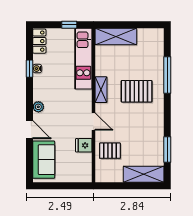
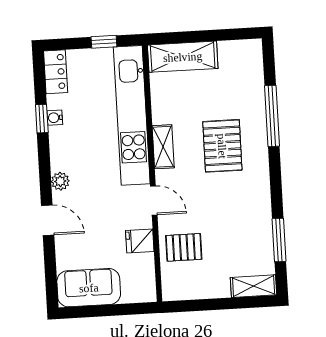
kitchen unit: (83, 59) -> (132, 115), width x1.36
pallet: (137, 91) -> (222, 146), turned 90
sofa: (44, 160) -> (89, 288), moved, turned -90
shelving: (144, 174) -> (254, 286), width x0.67, depth x0.75

